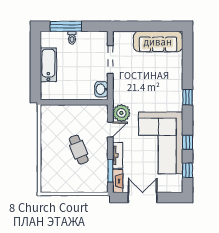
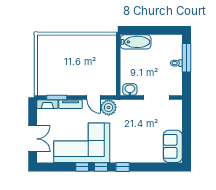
sofa: (158, 42) -> (173, 146), width x0.73
bathtub: (48, 65) -> (136, 42), moved
cafe table: (79, 150) -> (76, 69), removed
window: (188, 170) -> (101, 167), moved
double door: (143, 198) -> (33, 139), moved

